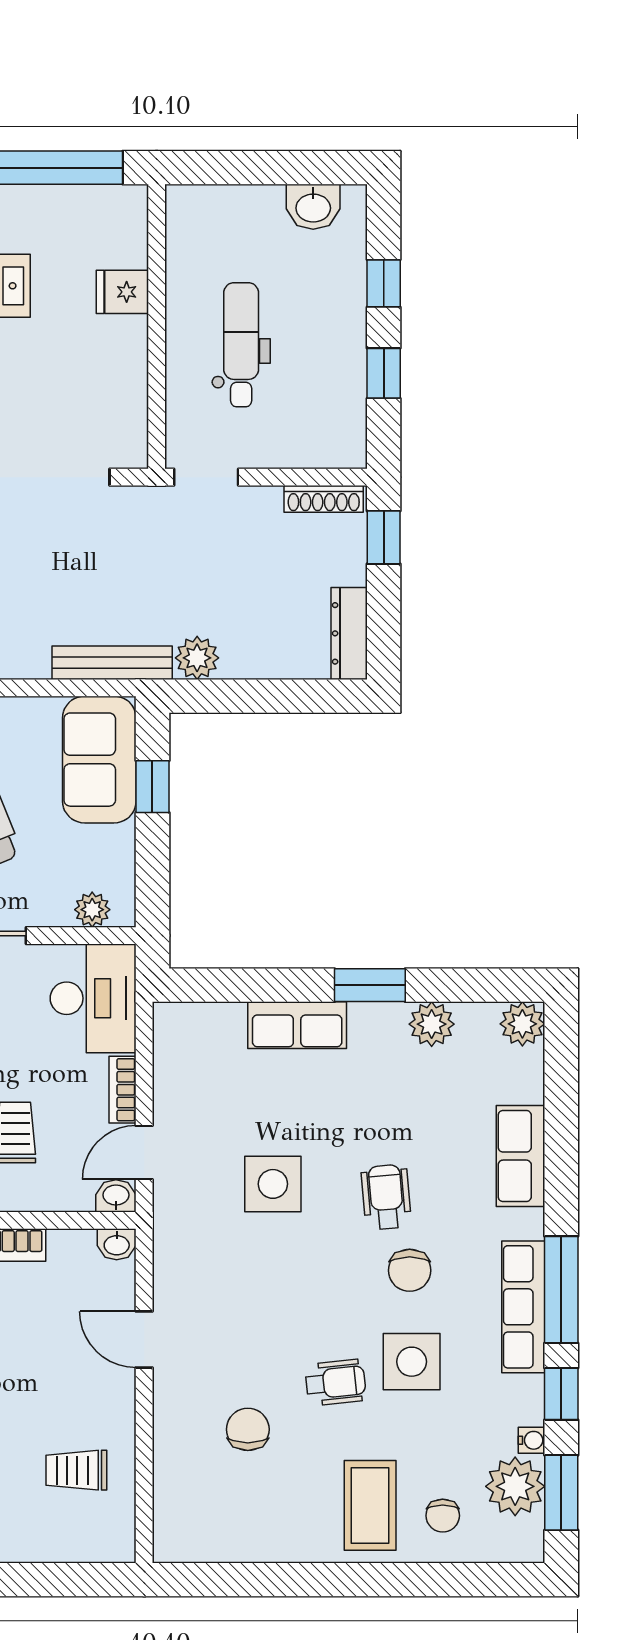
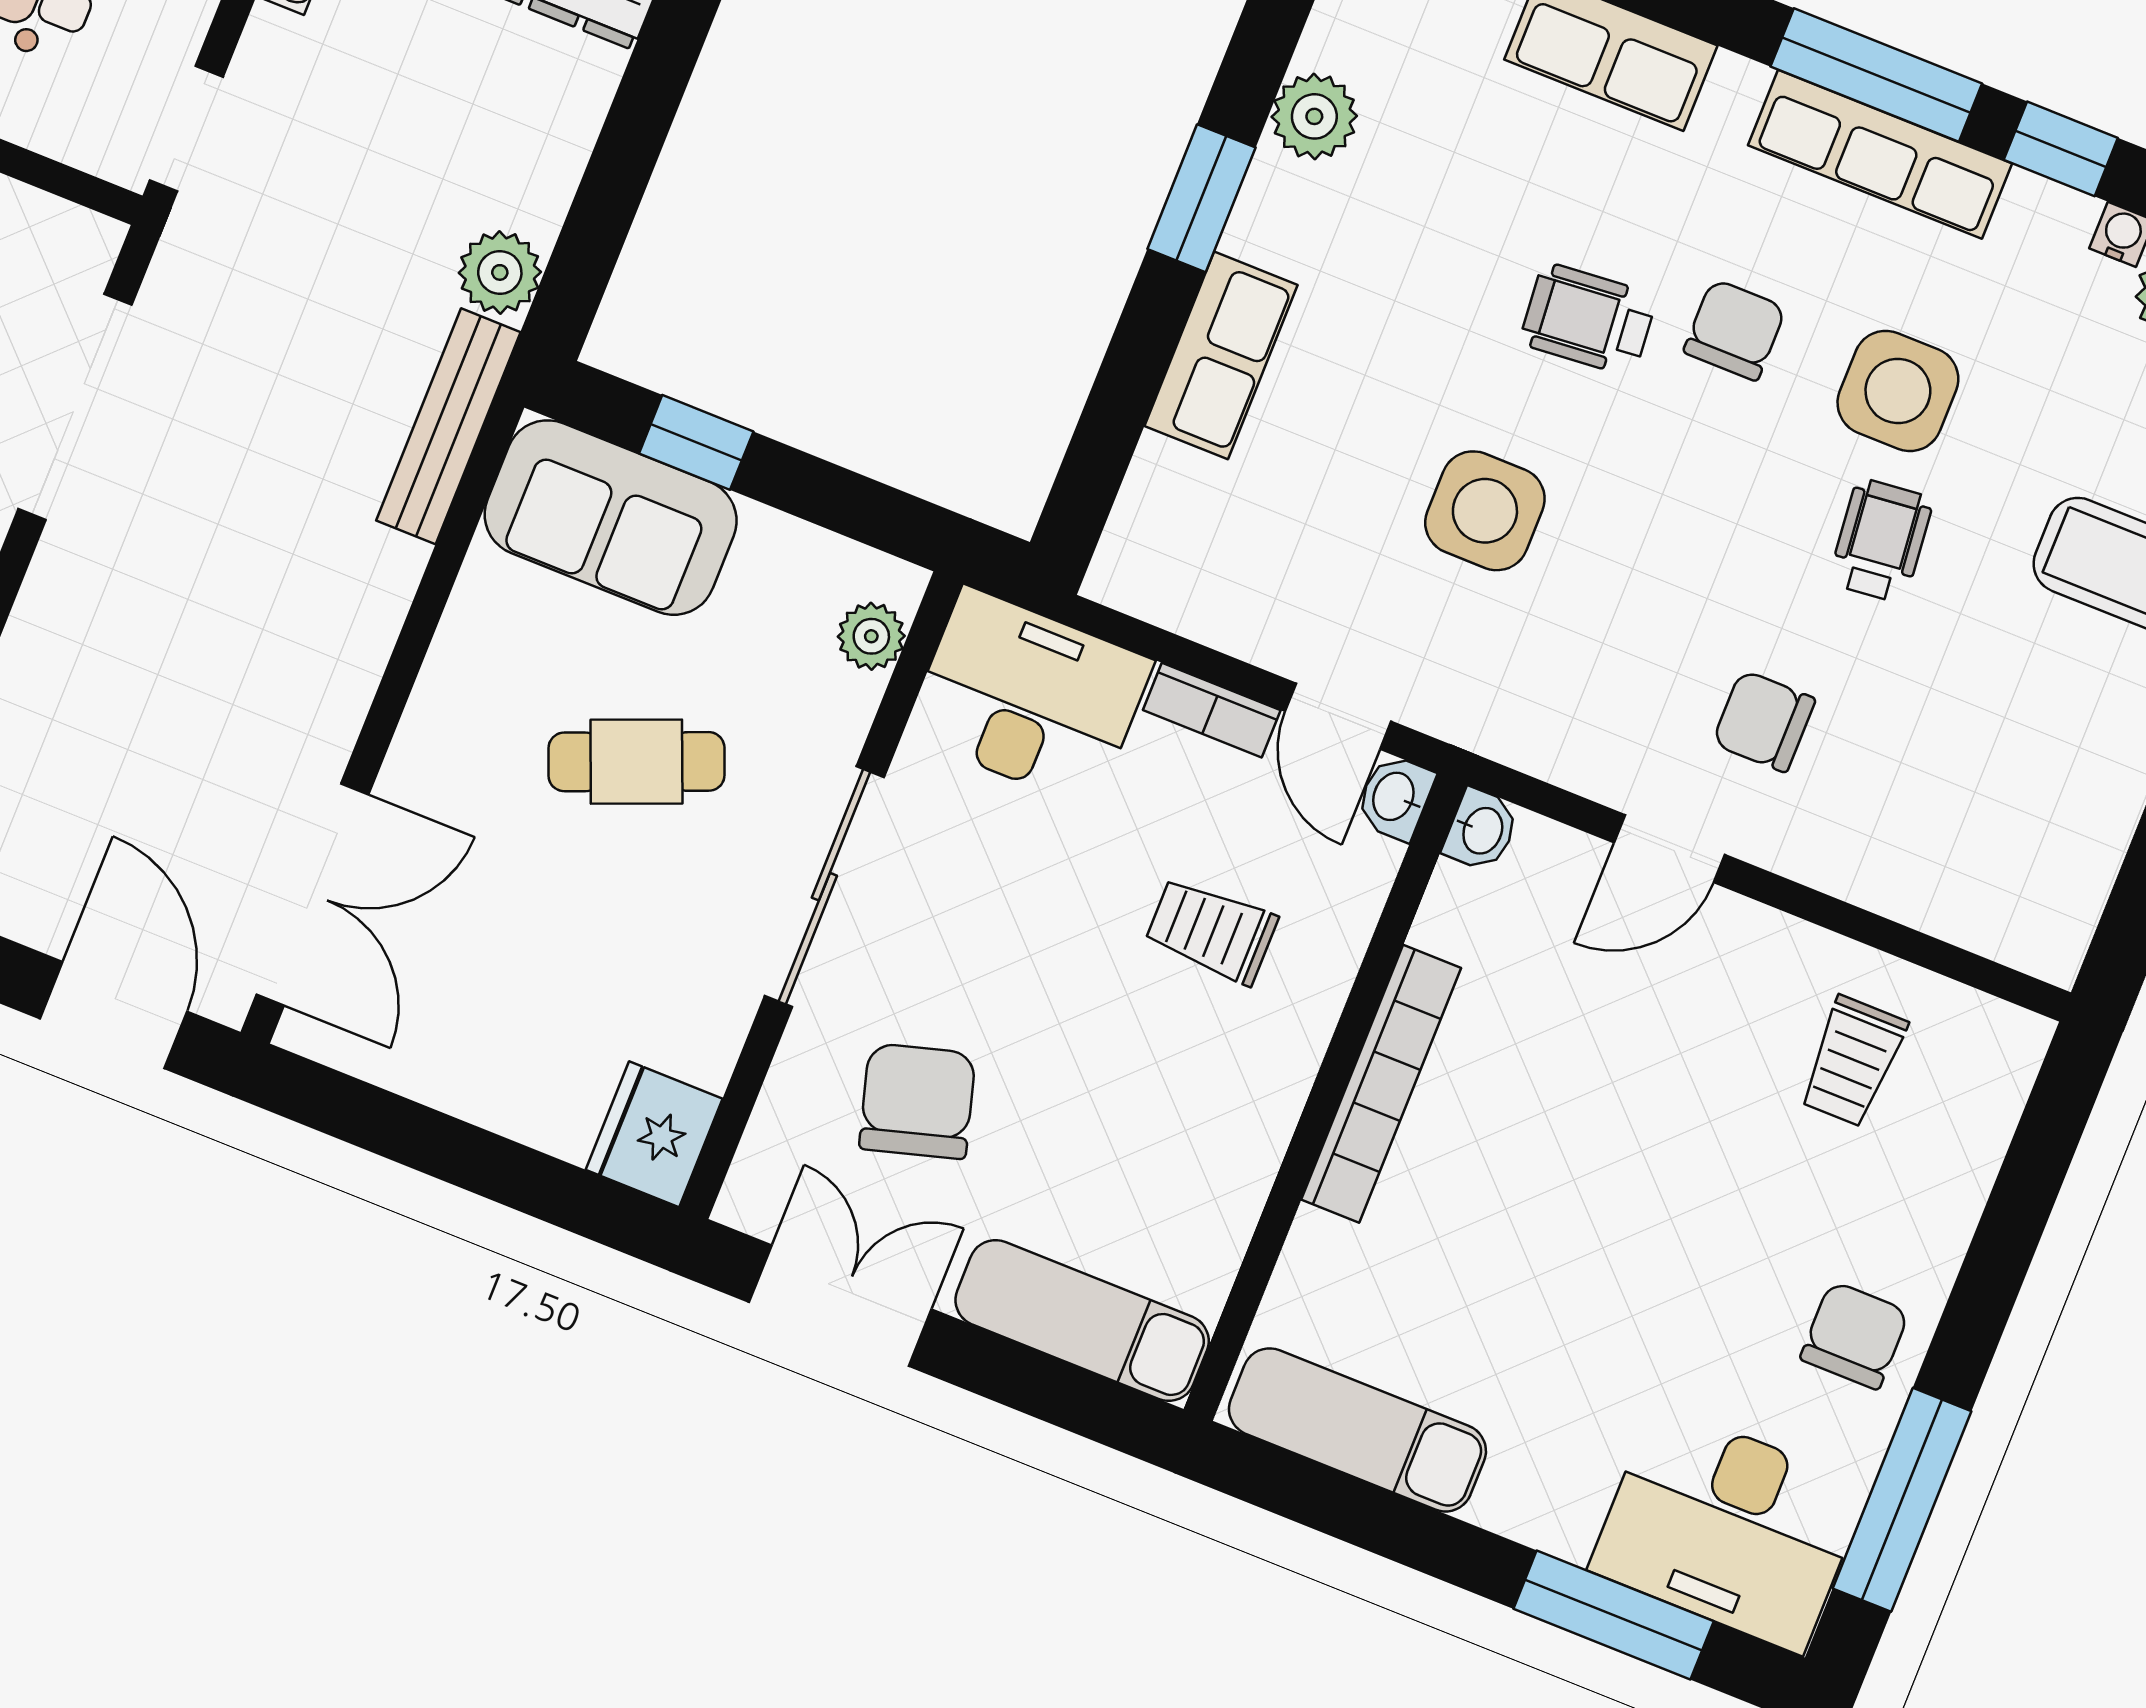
chair: (410, 1270) -> (1735, 330), turned -90
chair: (248, 1429) -> (1764, 721), moved

